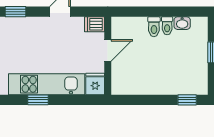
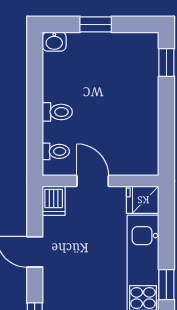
washbasin: (182, 23) -> (54, 41), moved, turned 90
toilet: (167, 26) -> (56, 151), moved

